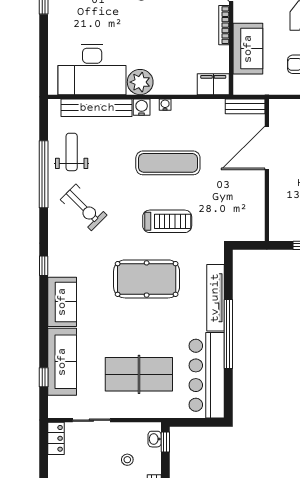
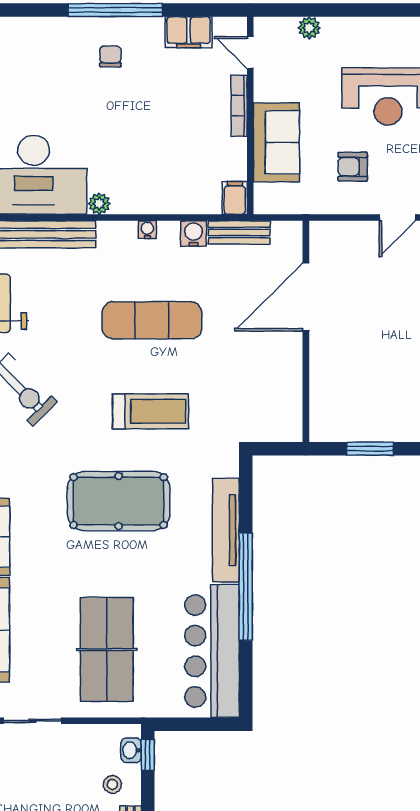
plant: (140, 82) -> (99, 204), width x0.53, depth x0.53
filing cabinet: (213, 84) -> (235, 198), width x0.50
bench: (245, 106) -> (239, 232), moved
water cooler: (142, 107) -> (194, 234), moved
table tennis table: (139, 374) -> (107, 650), turned 90
stool: (127, 460) -> (112, 784), moved

